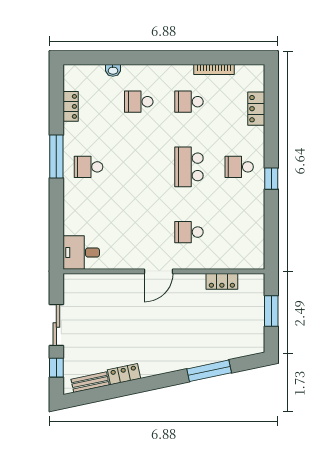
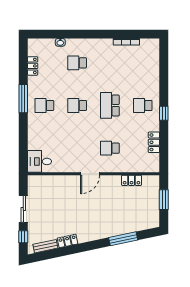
school desk: (189, 102) -> (77, 105), moved
locker: (256, 109) -> (154, 142), moved

